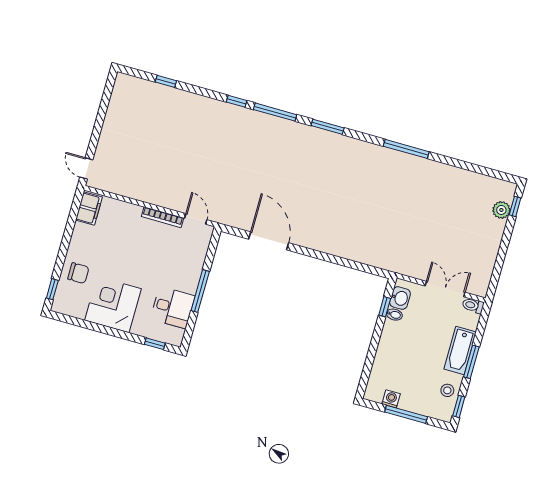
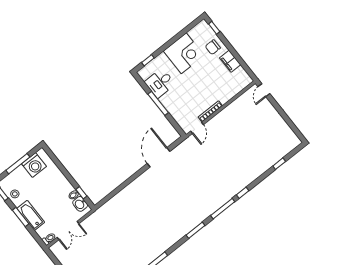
door: (86, 168) -> (264, 90), swing flipped
filing cabinet: (89, 209) -> (230, 61), moved
door: (196, 219) -> (197, 128), hinge flipped
door: (269, 241) -> (159, 157), swing flipped
washing machine: (391, 399) -> (34, 165), width x1.89, depth x1.89

